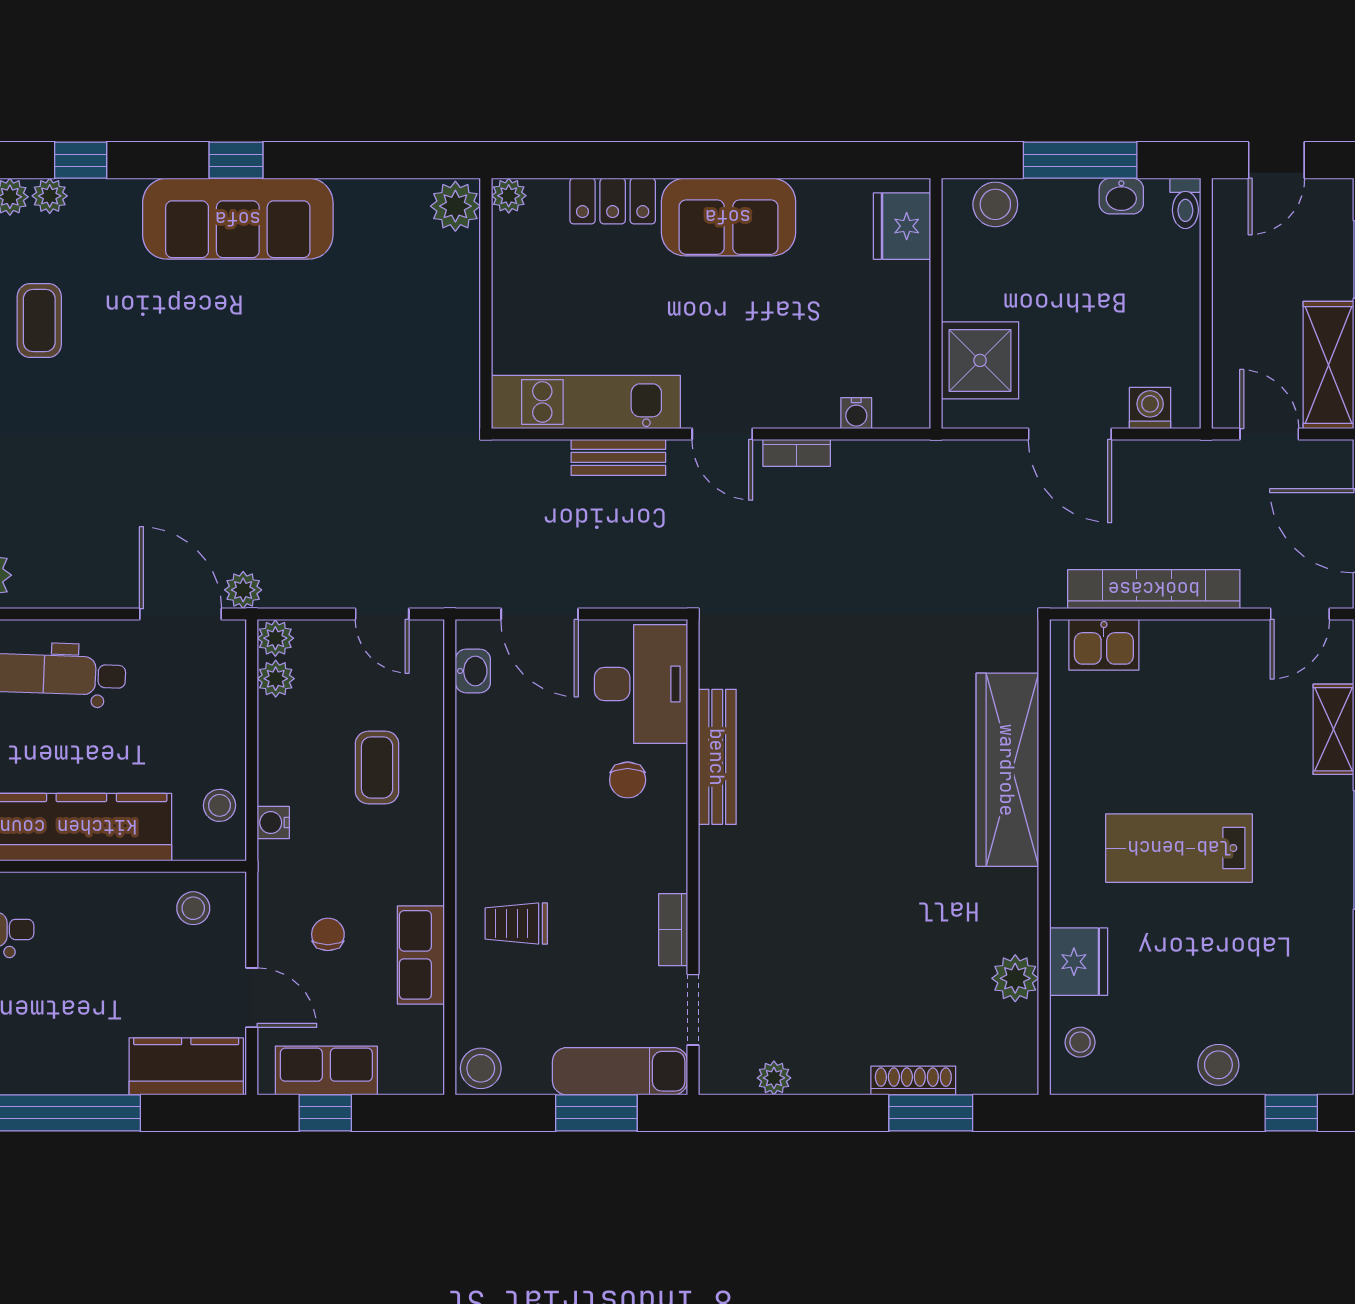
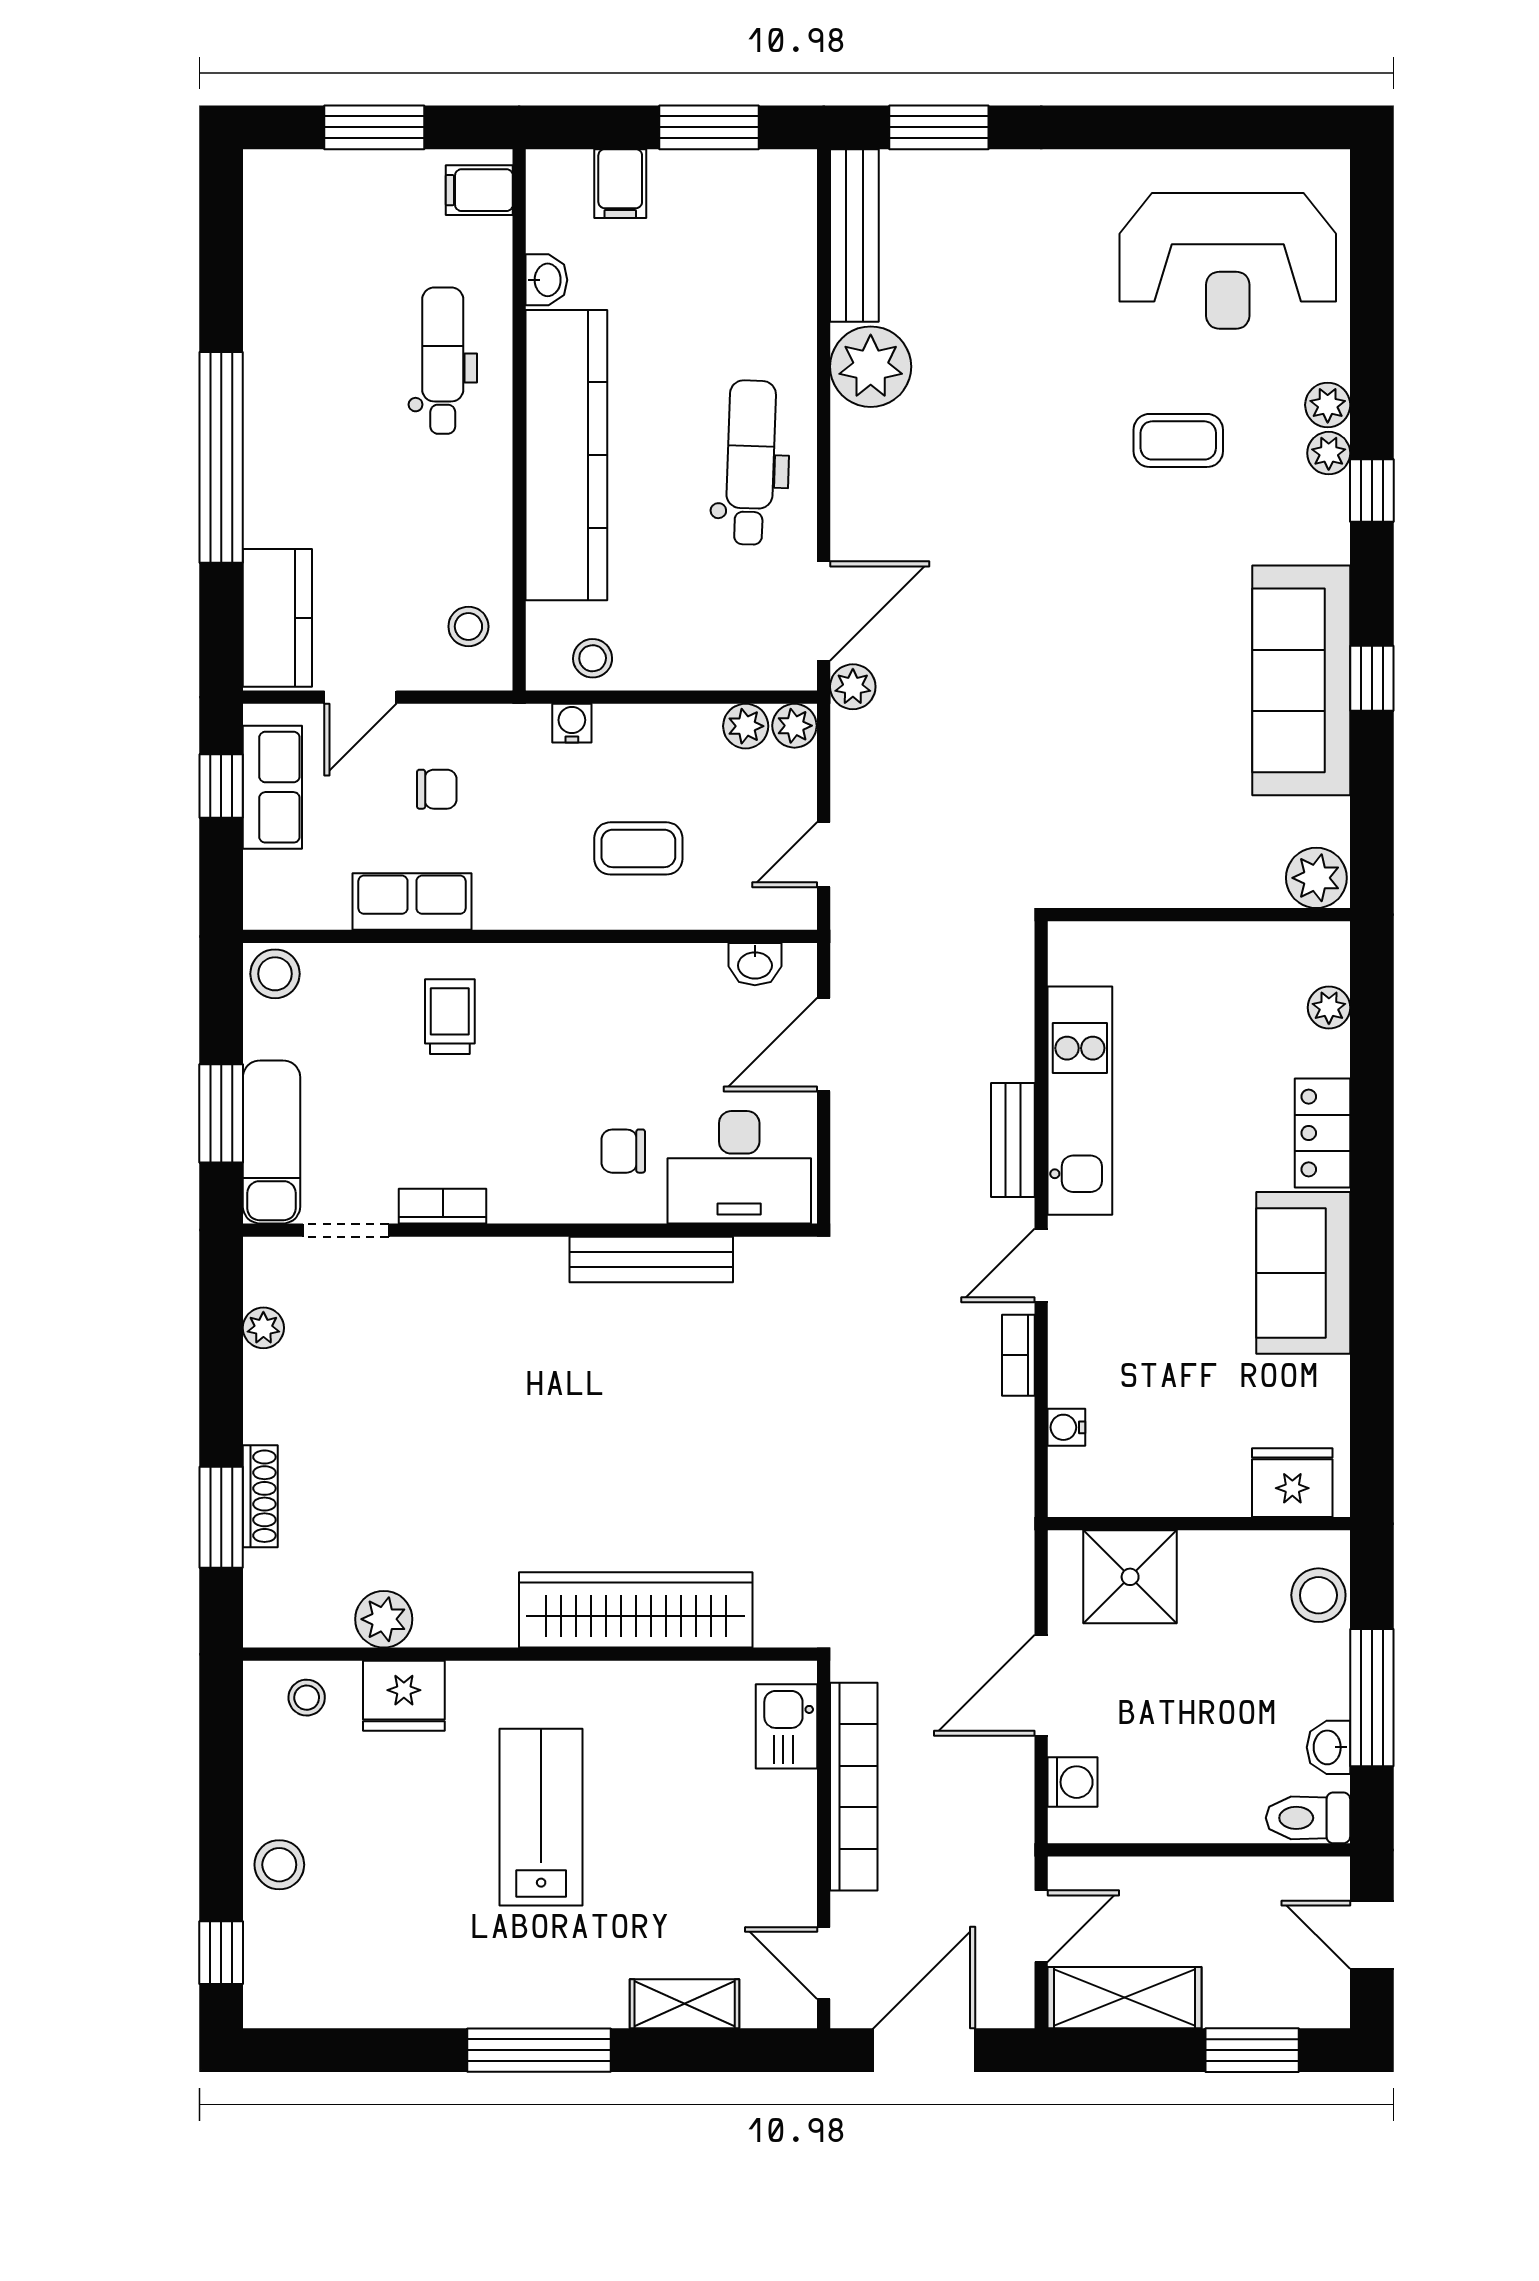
toilet: (1185, 203) -> (1308, 1818), width x1.37, depth x1.39
plant: (455, 206) -> (1316, 878), moved
wall: (486, 303) -> (1199, 915), moved

